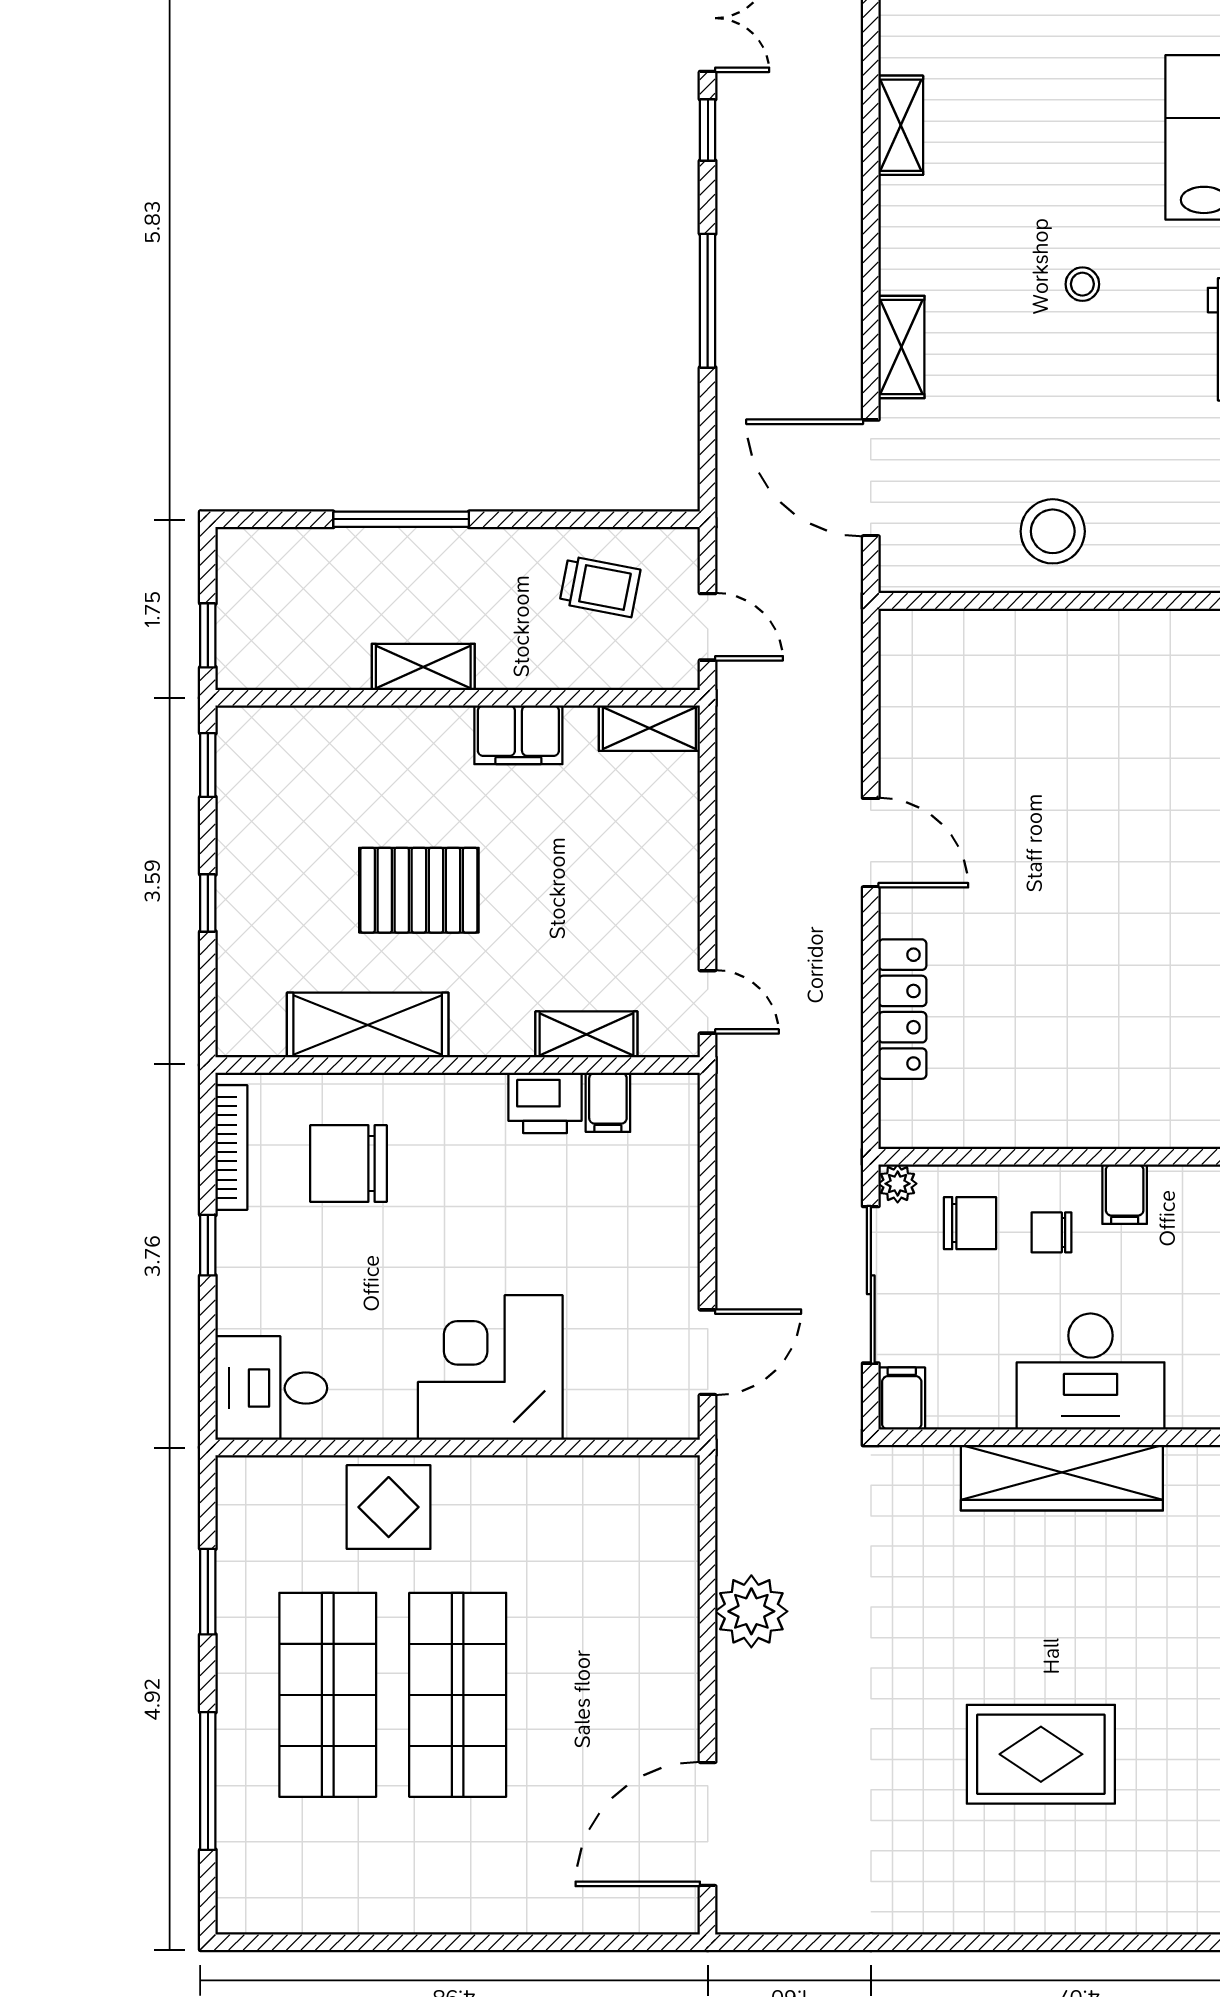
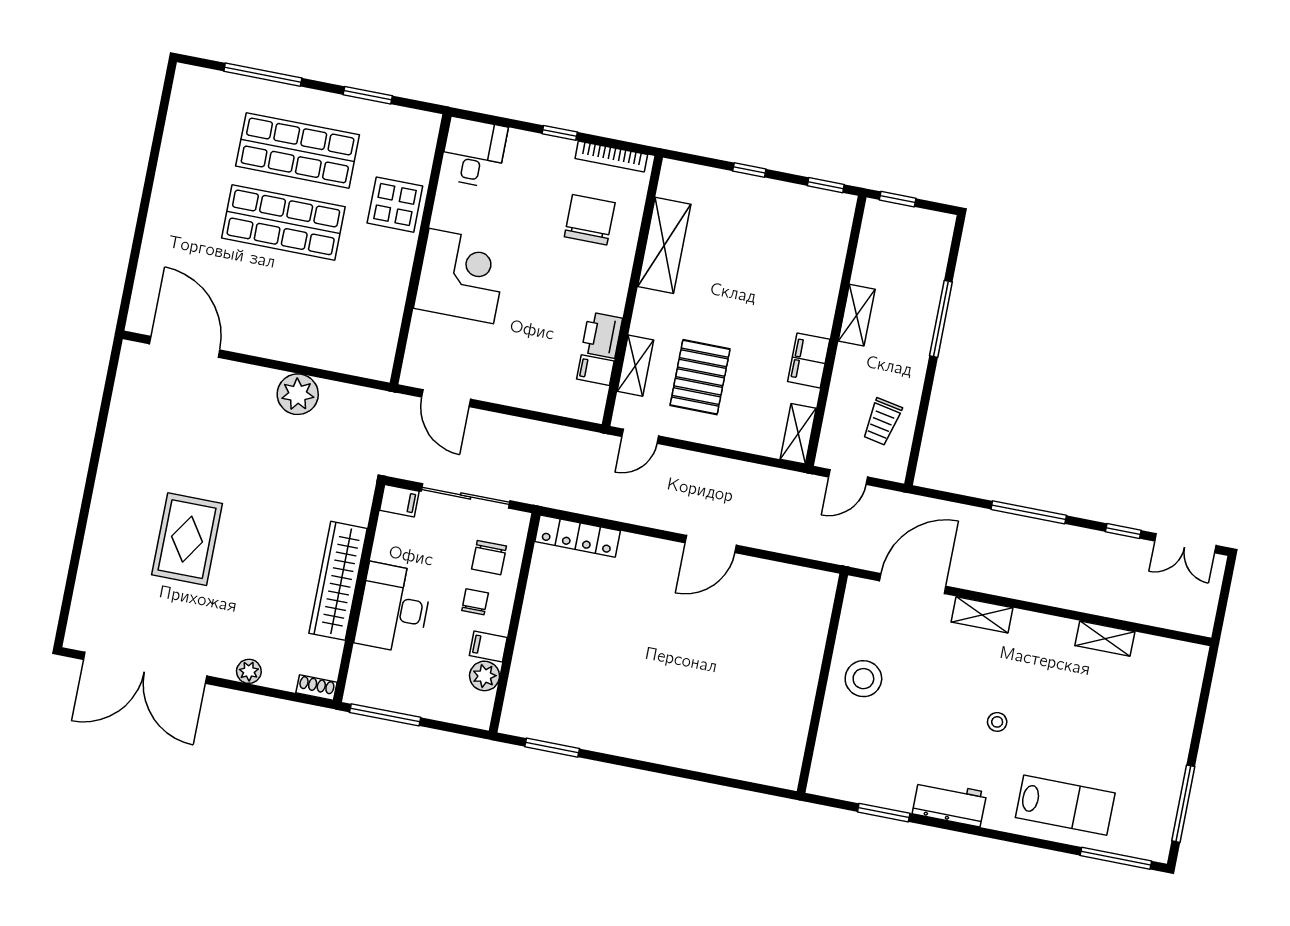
pallet: (419, 890) -> (700, 377), moved
locker: (902, 1009) -> (578, 536), moved
plant: (898, 1184) -> (485, 676), moved, width x1.38, depth x1.38

